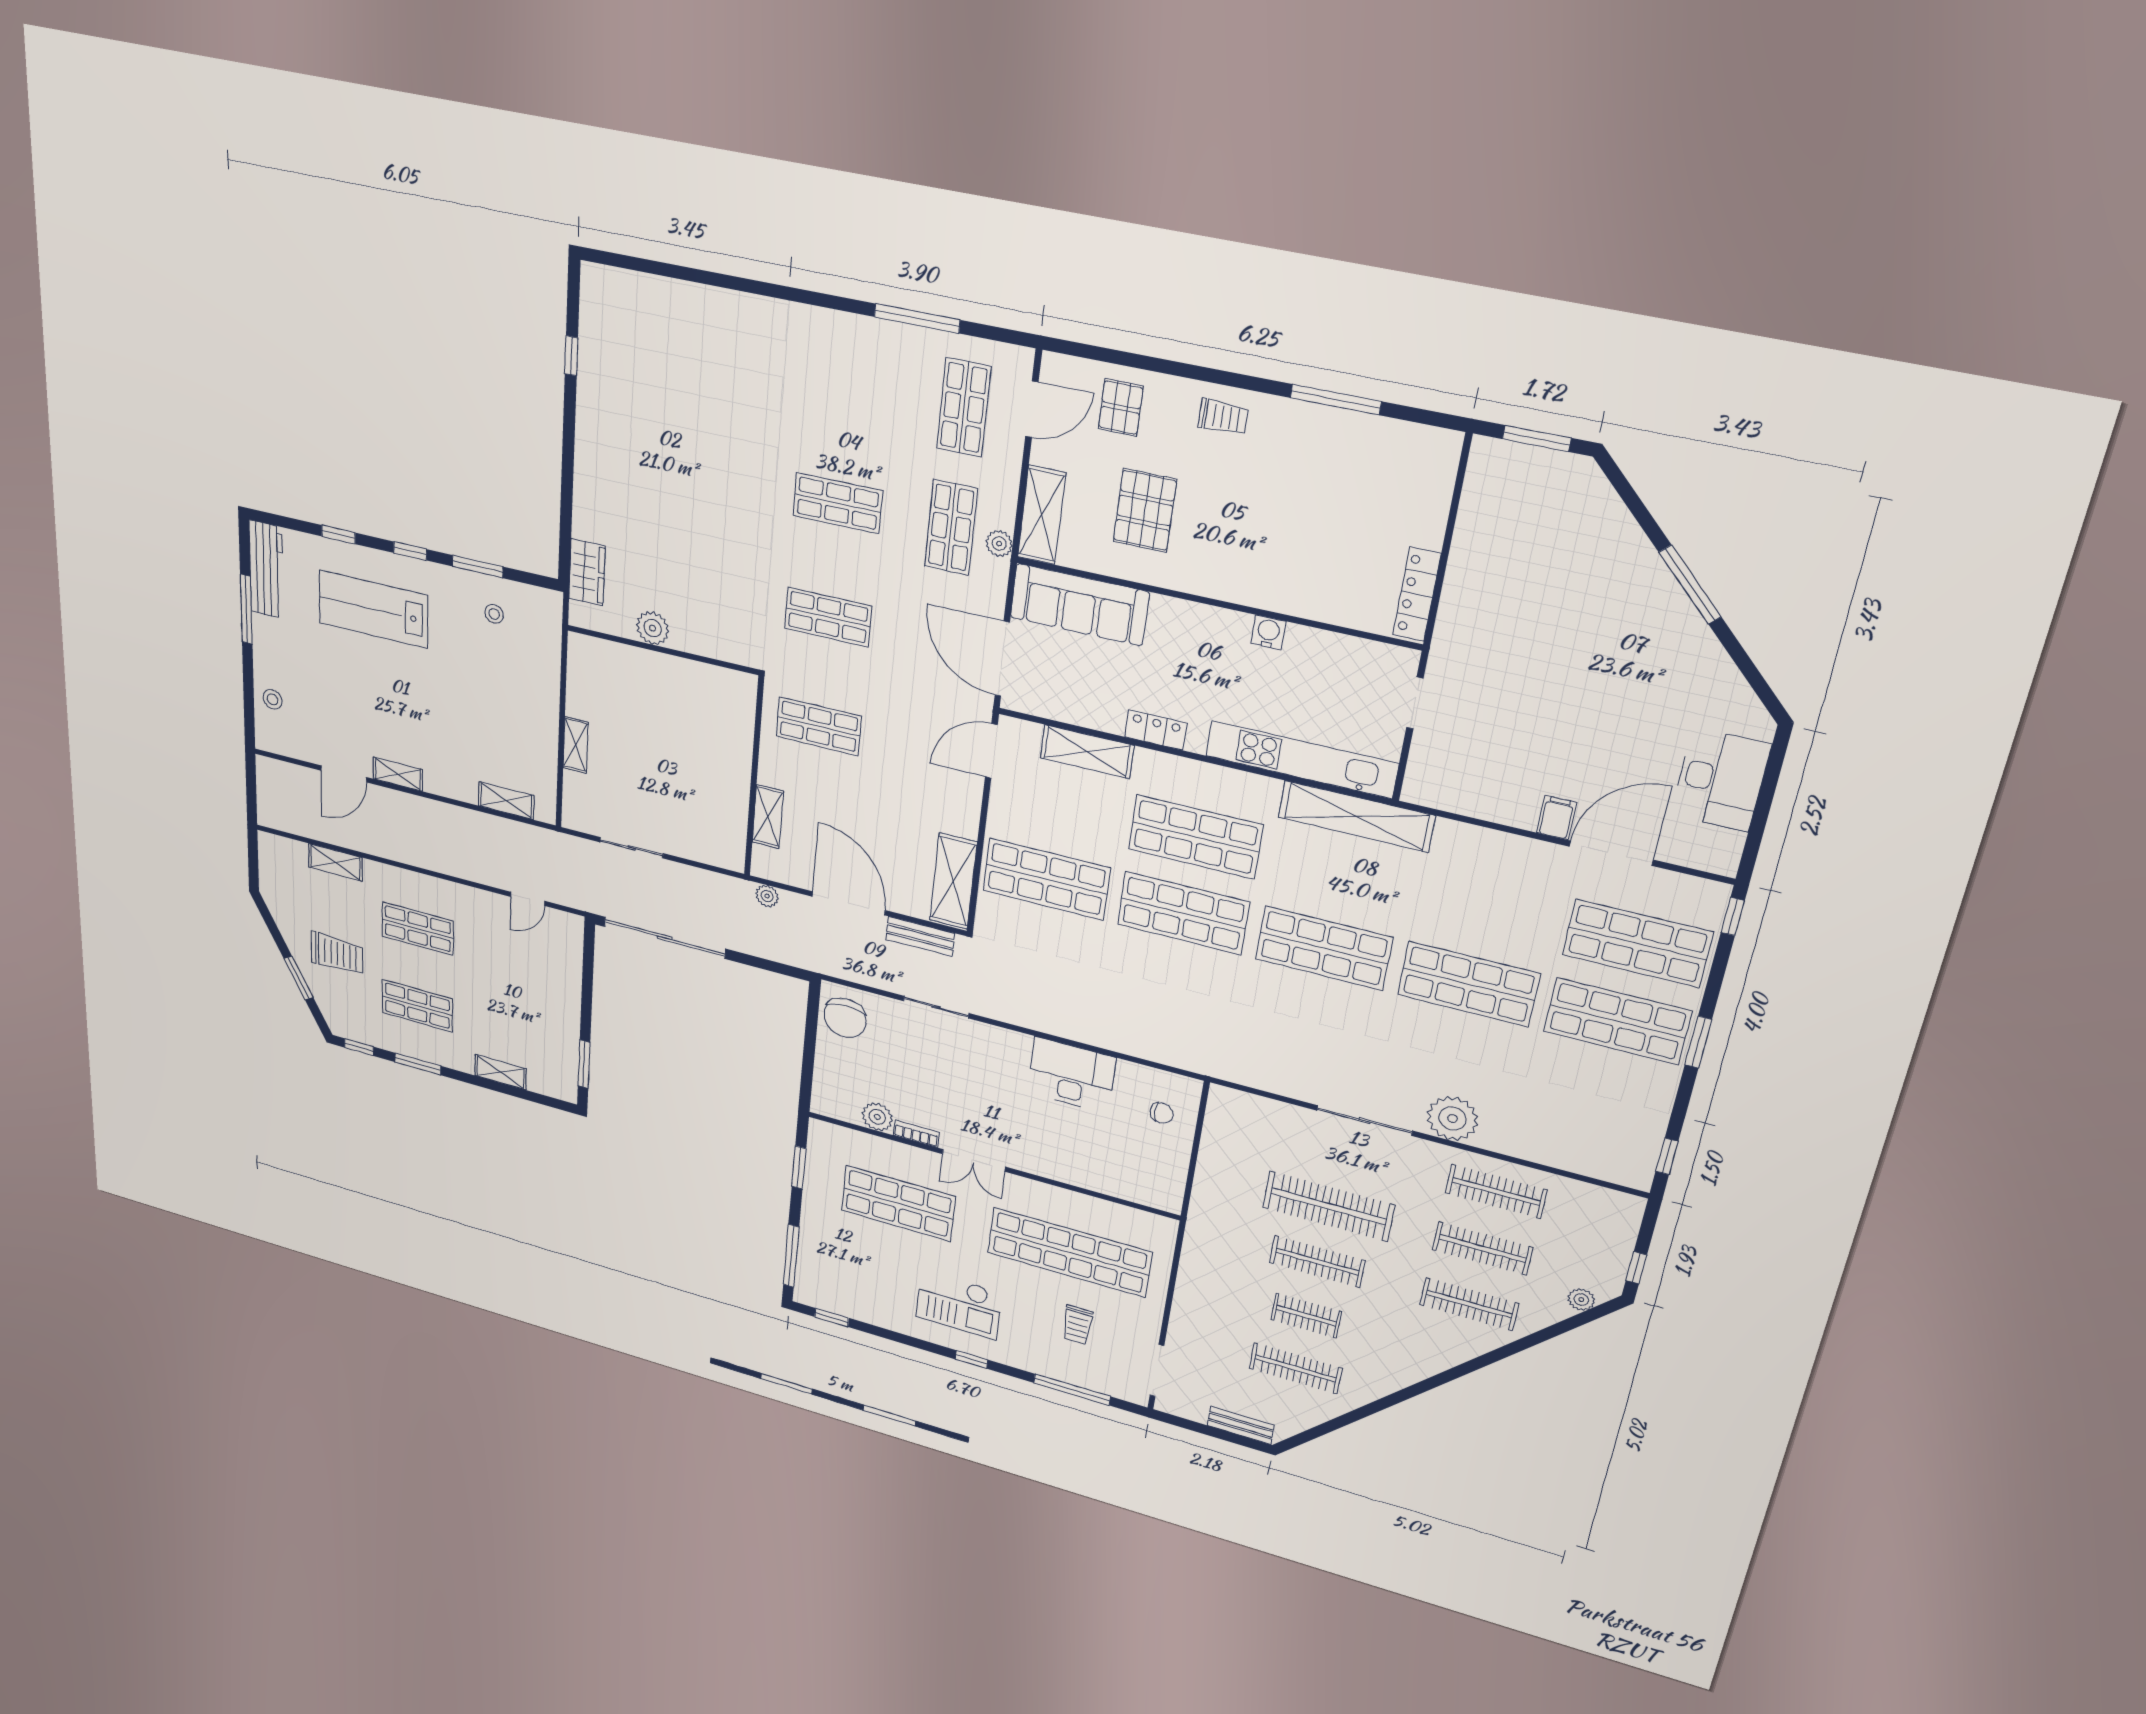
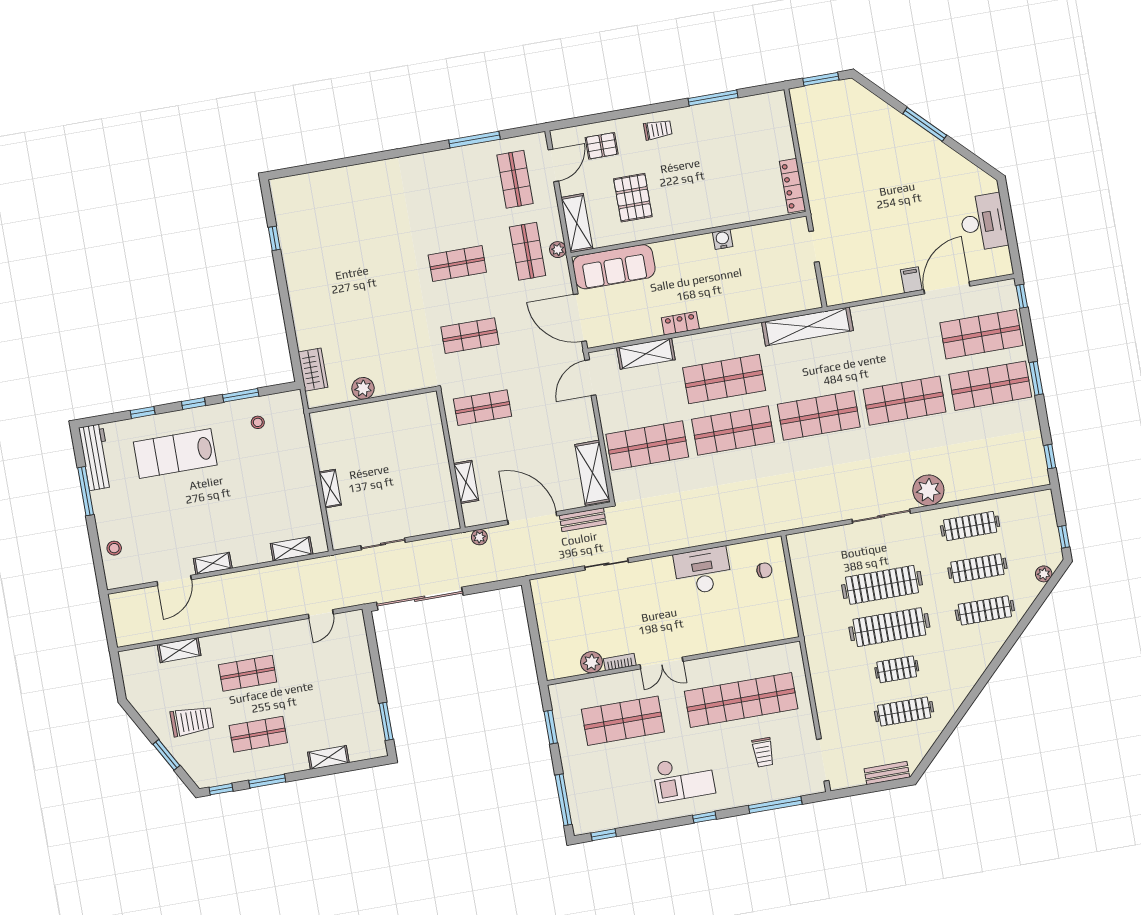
pallet: (1121, 408) -> (602, 146), turned 90
kitchen unit: (1301, 760) -> (766, 306), removed
chair: (845, 1018) -> (552, 600), removed
clothes rail: (1317, 1262) -> (889, 627), width x1.37, depth x1.31

